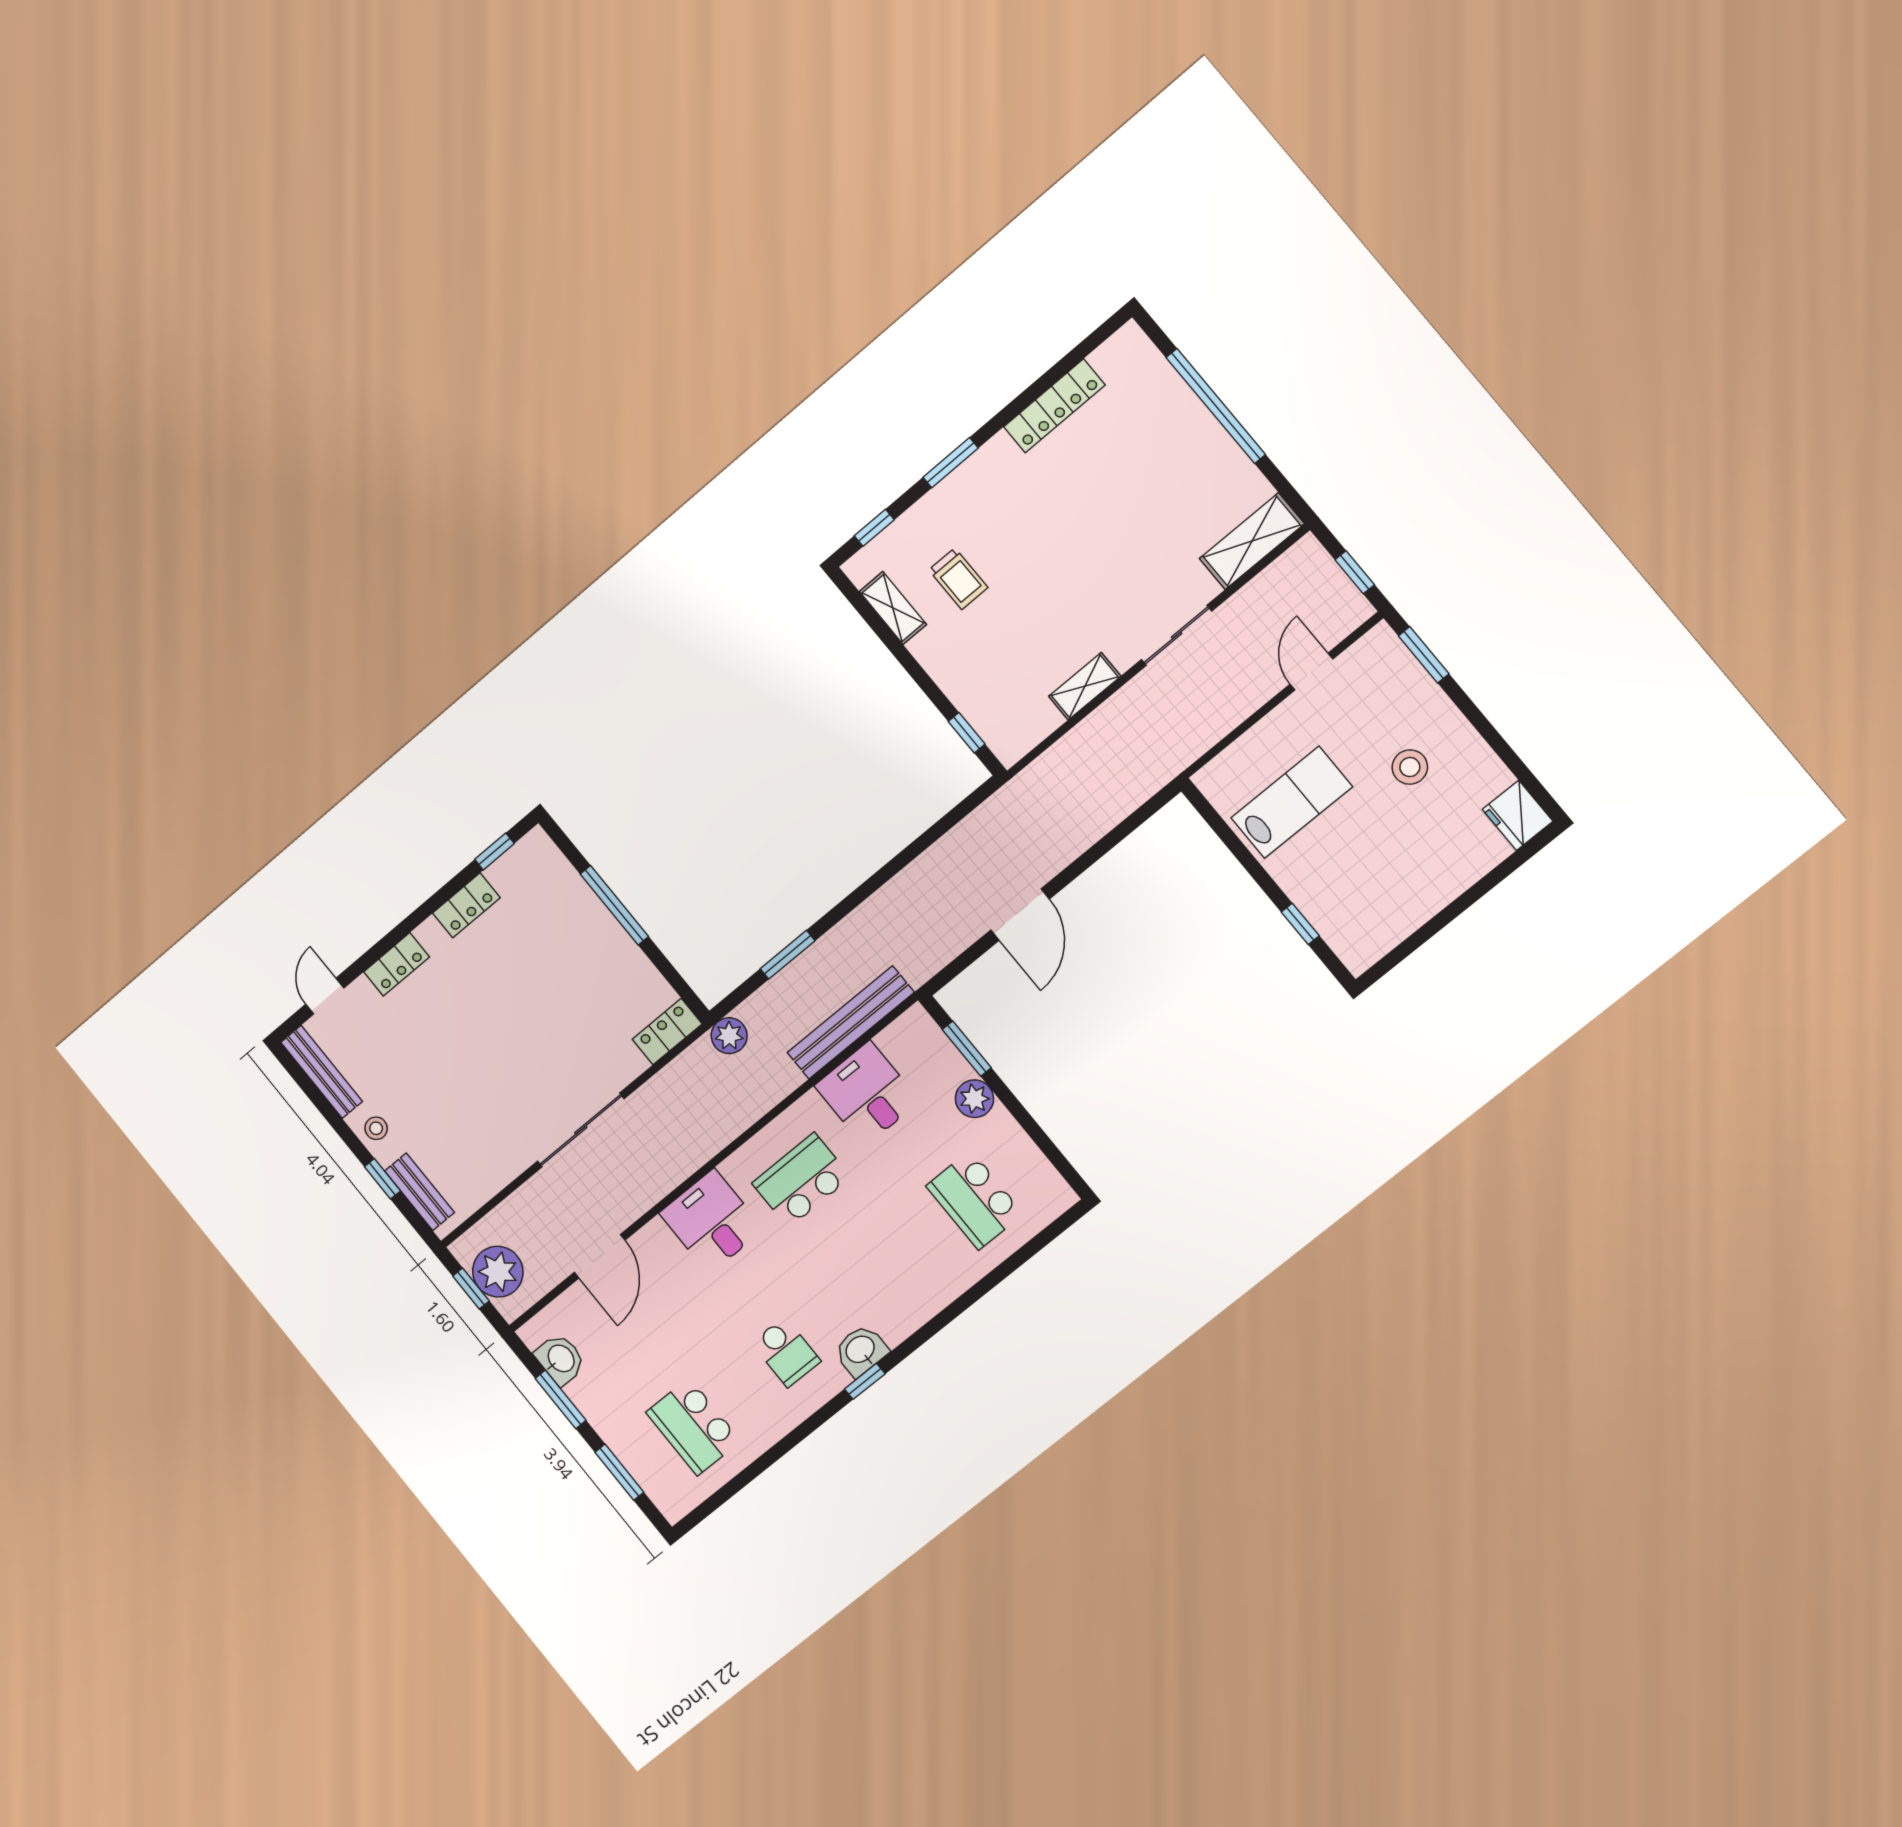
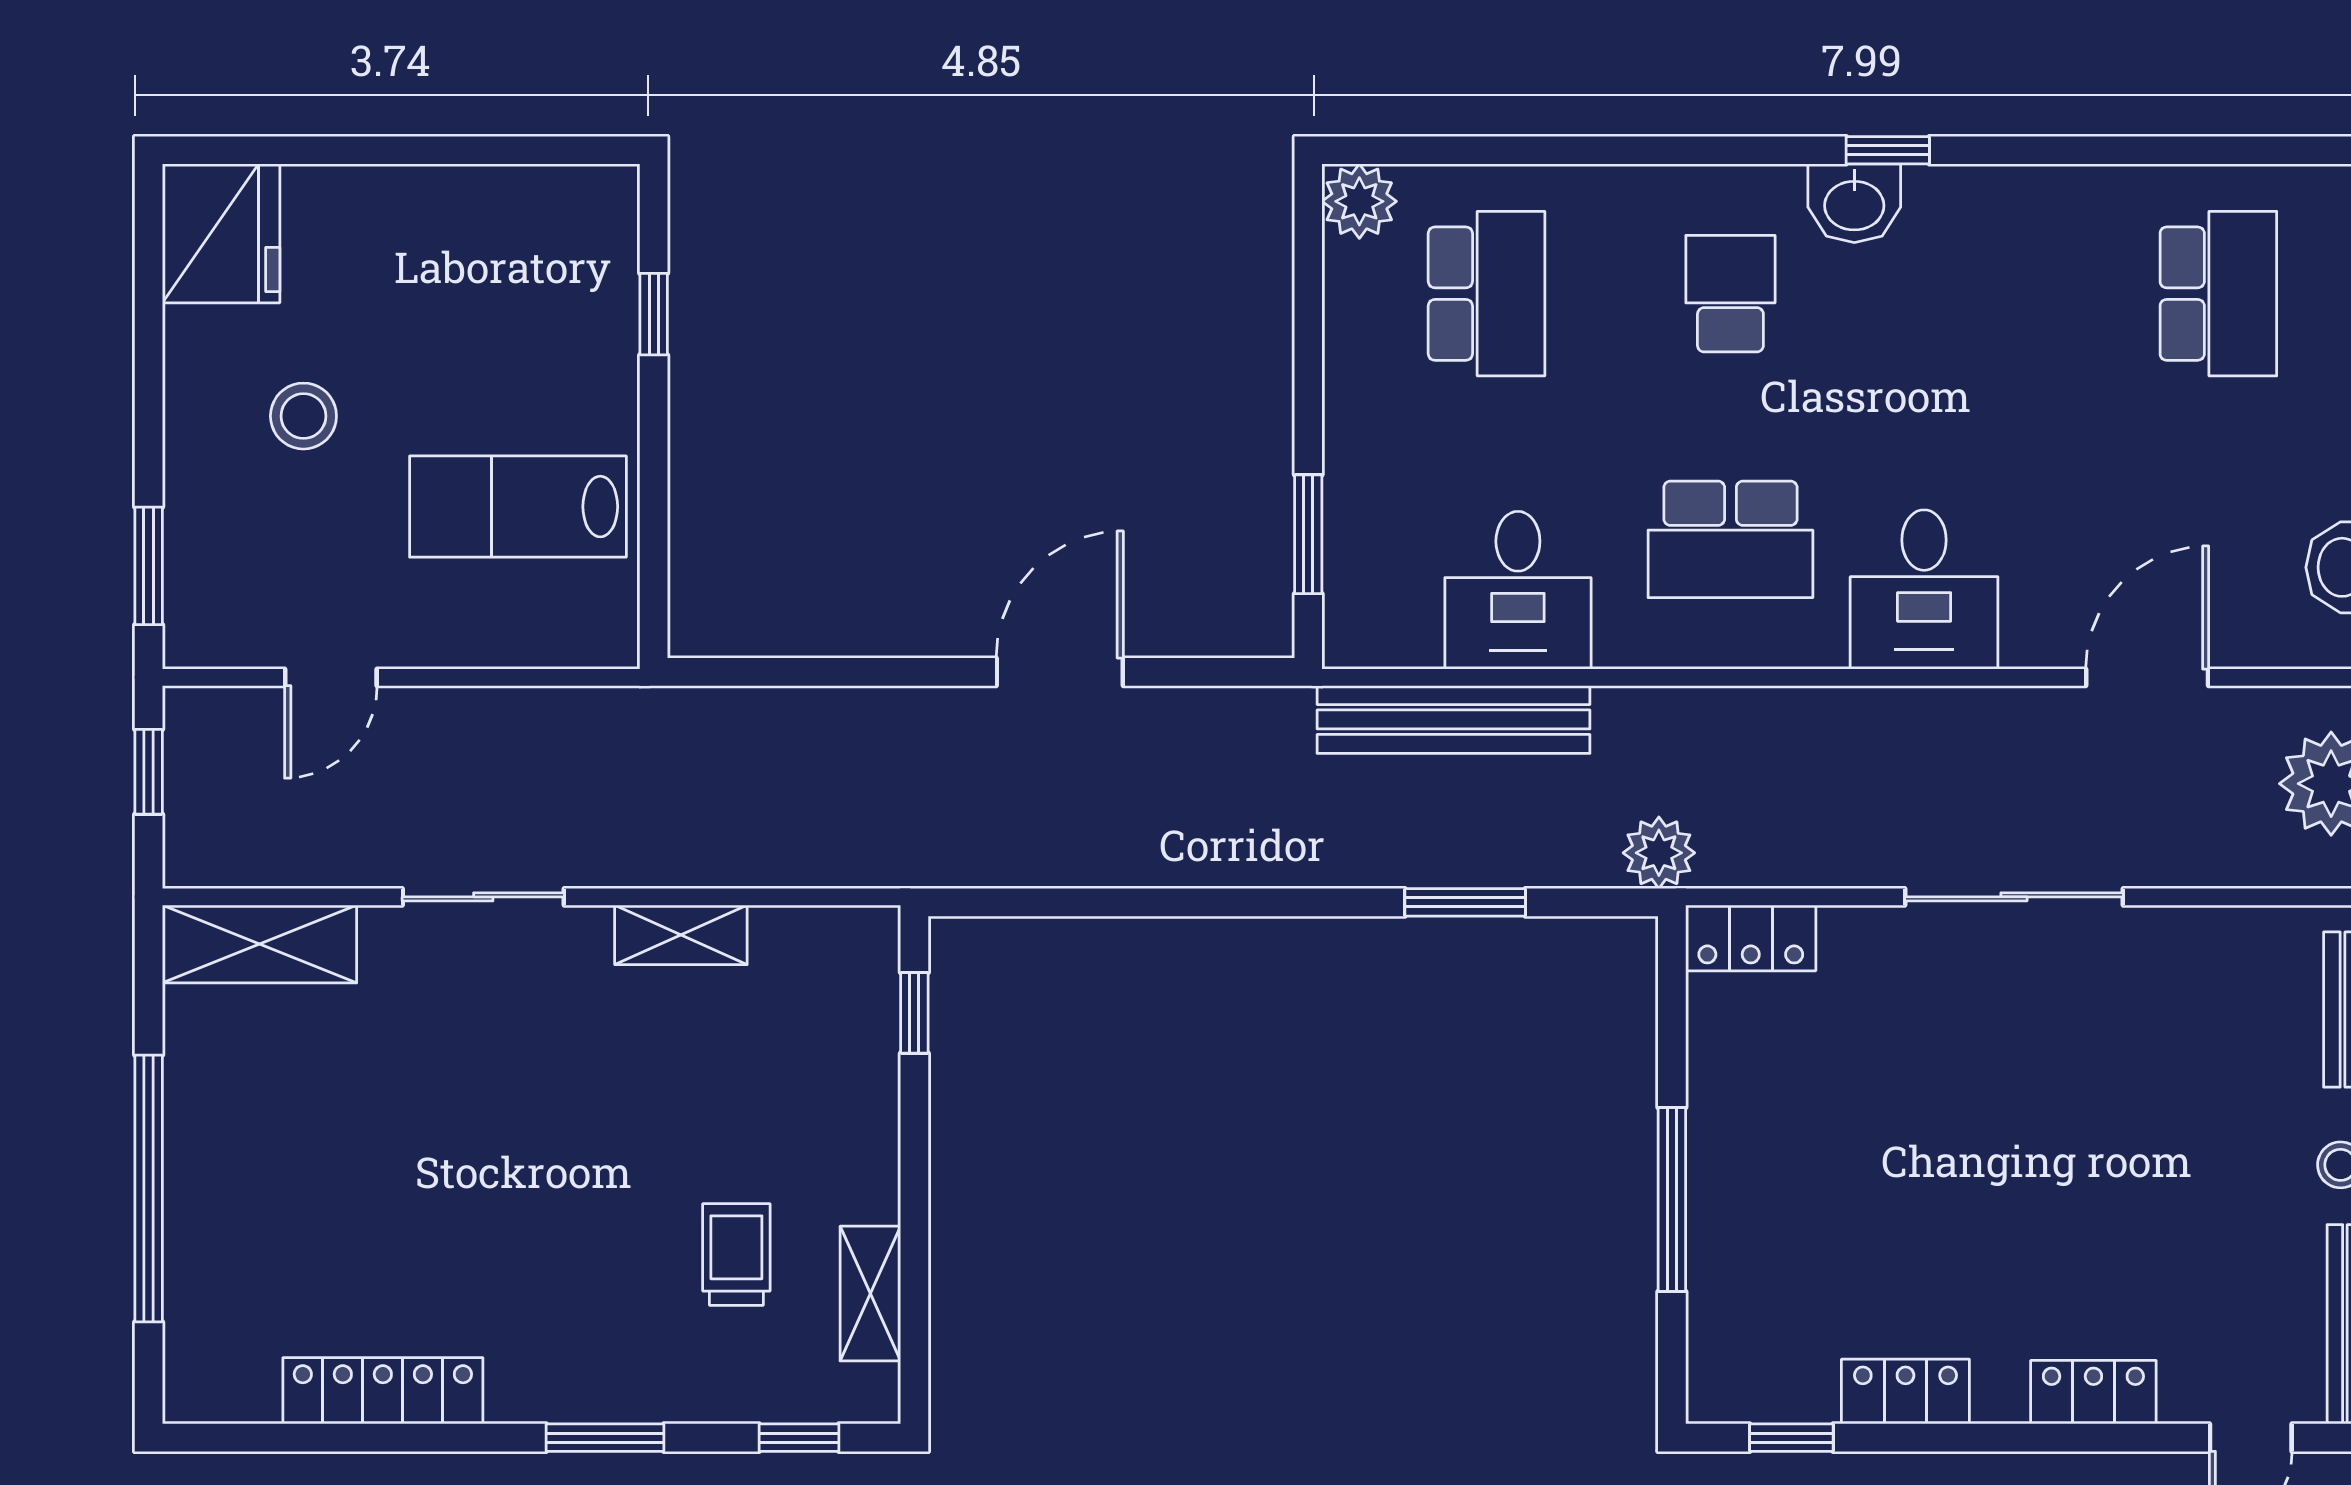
fridge: (1518, 815) -> (221, 233), width x1.36, depth x1.34
plant: (974, 1099) -> (1359, 201), moved
school desk: (786, 1352) -> (1730, 294), moved

